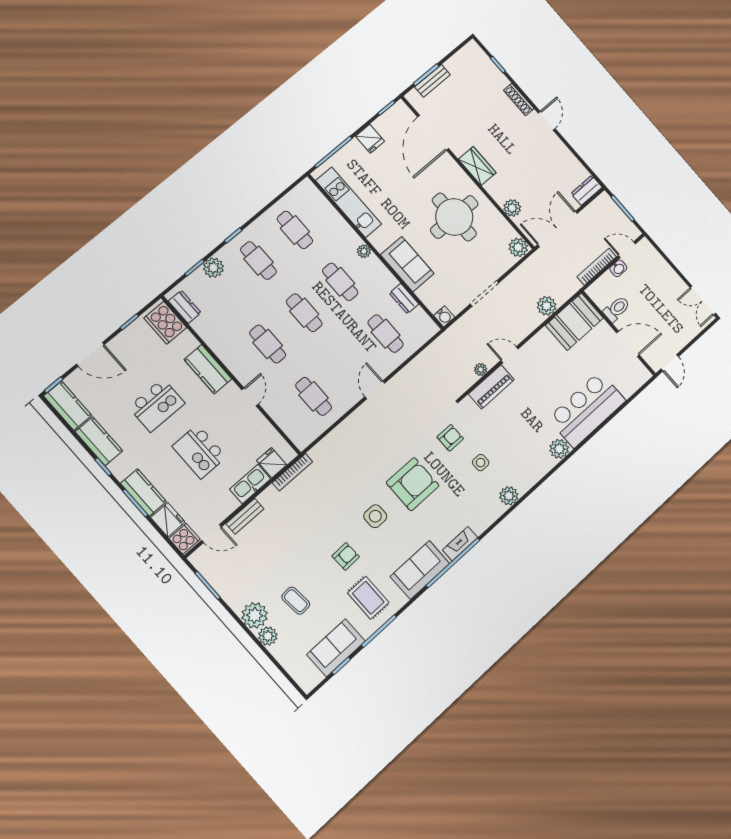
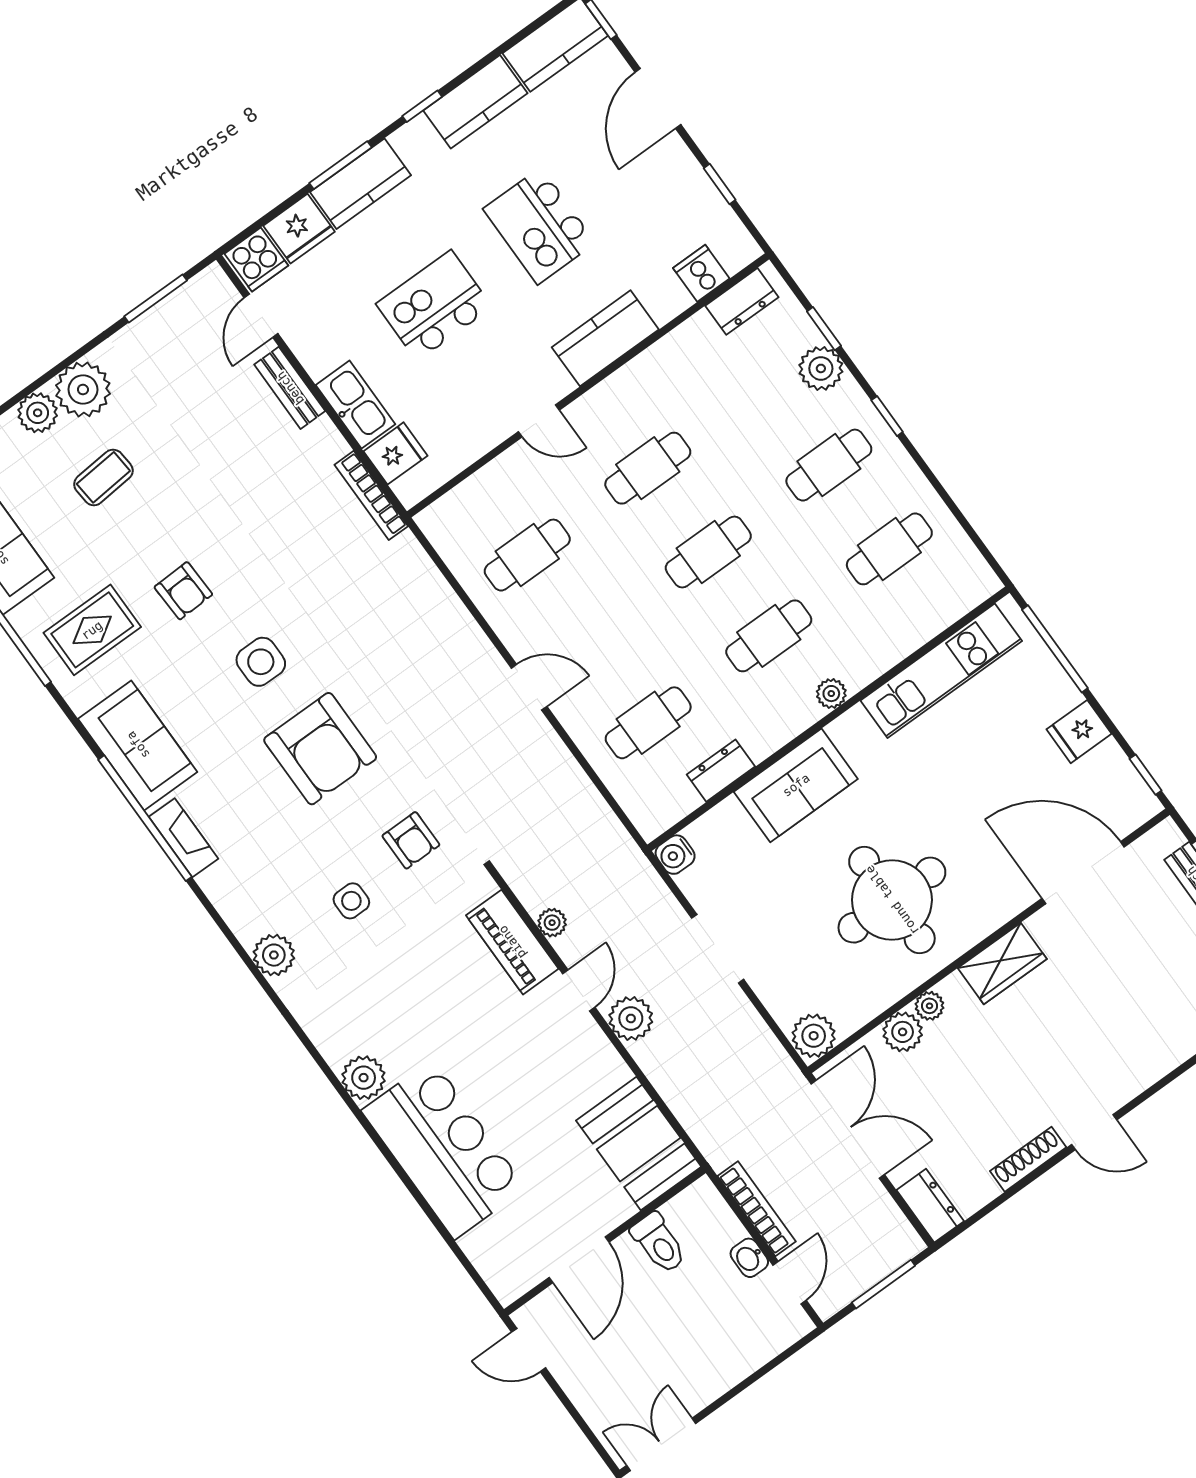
shoe rack: (519, 99) -> (1028, 1159), moved
plant: (499, 197) -> (929, 1006), added
plant: (547, 306) -> (631, 1018), moved
cooker: (165, 323) -> (701, 273), width x0.53, depth x0.76

